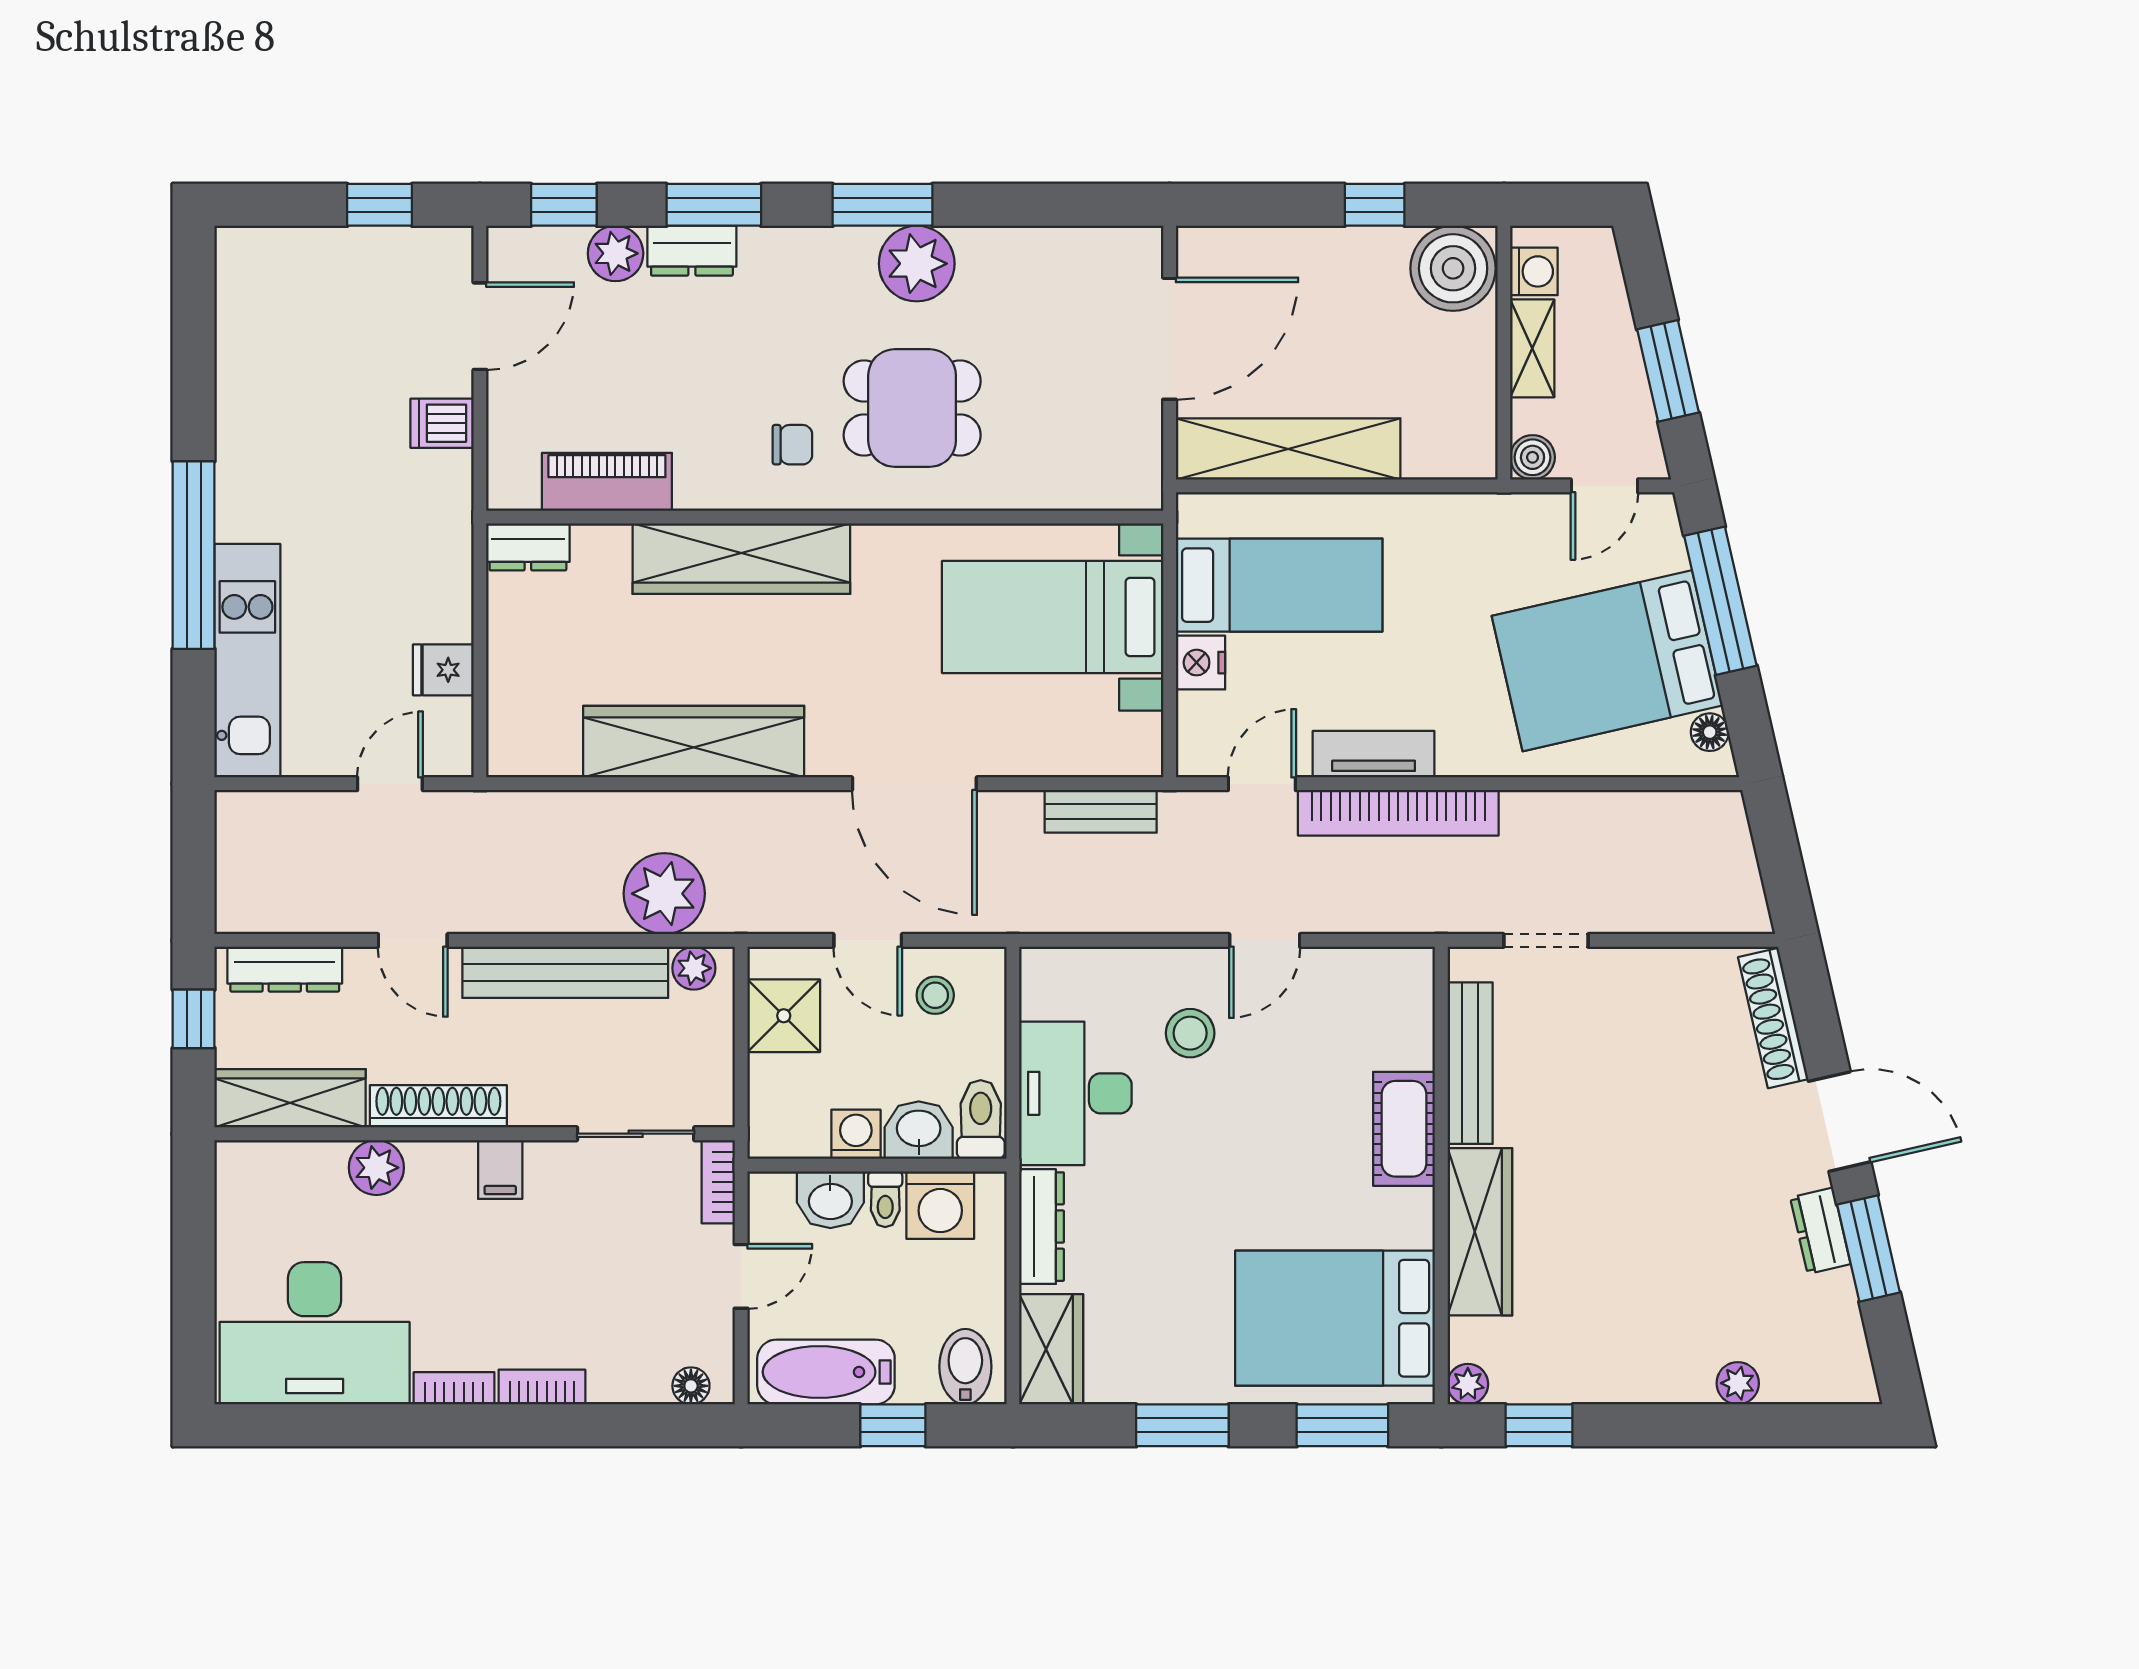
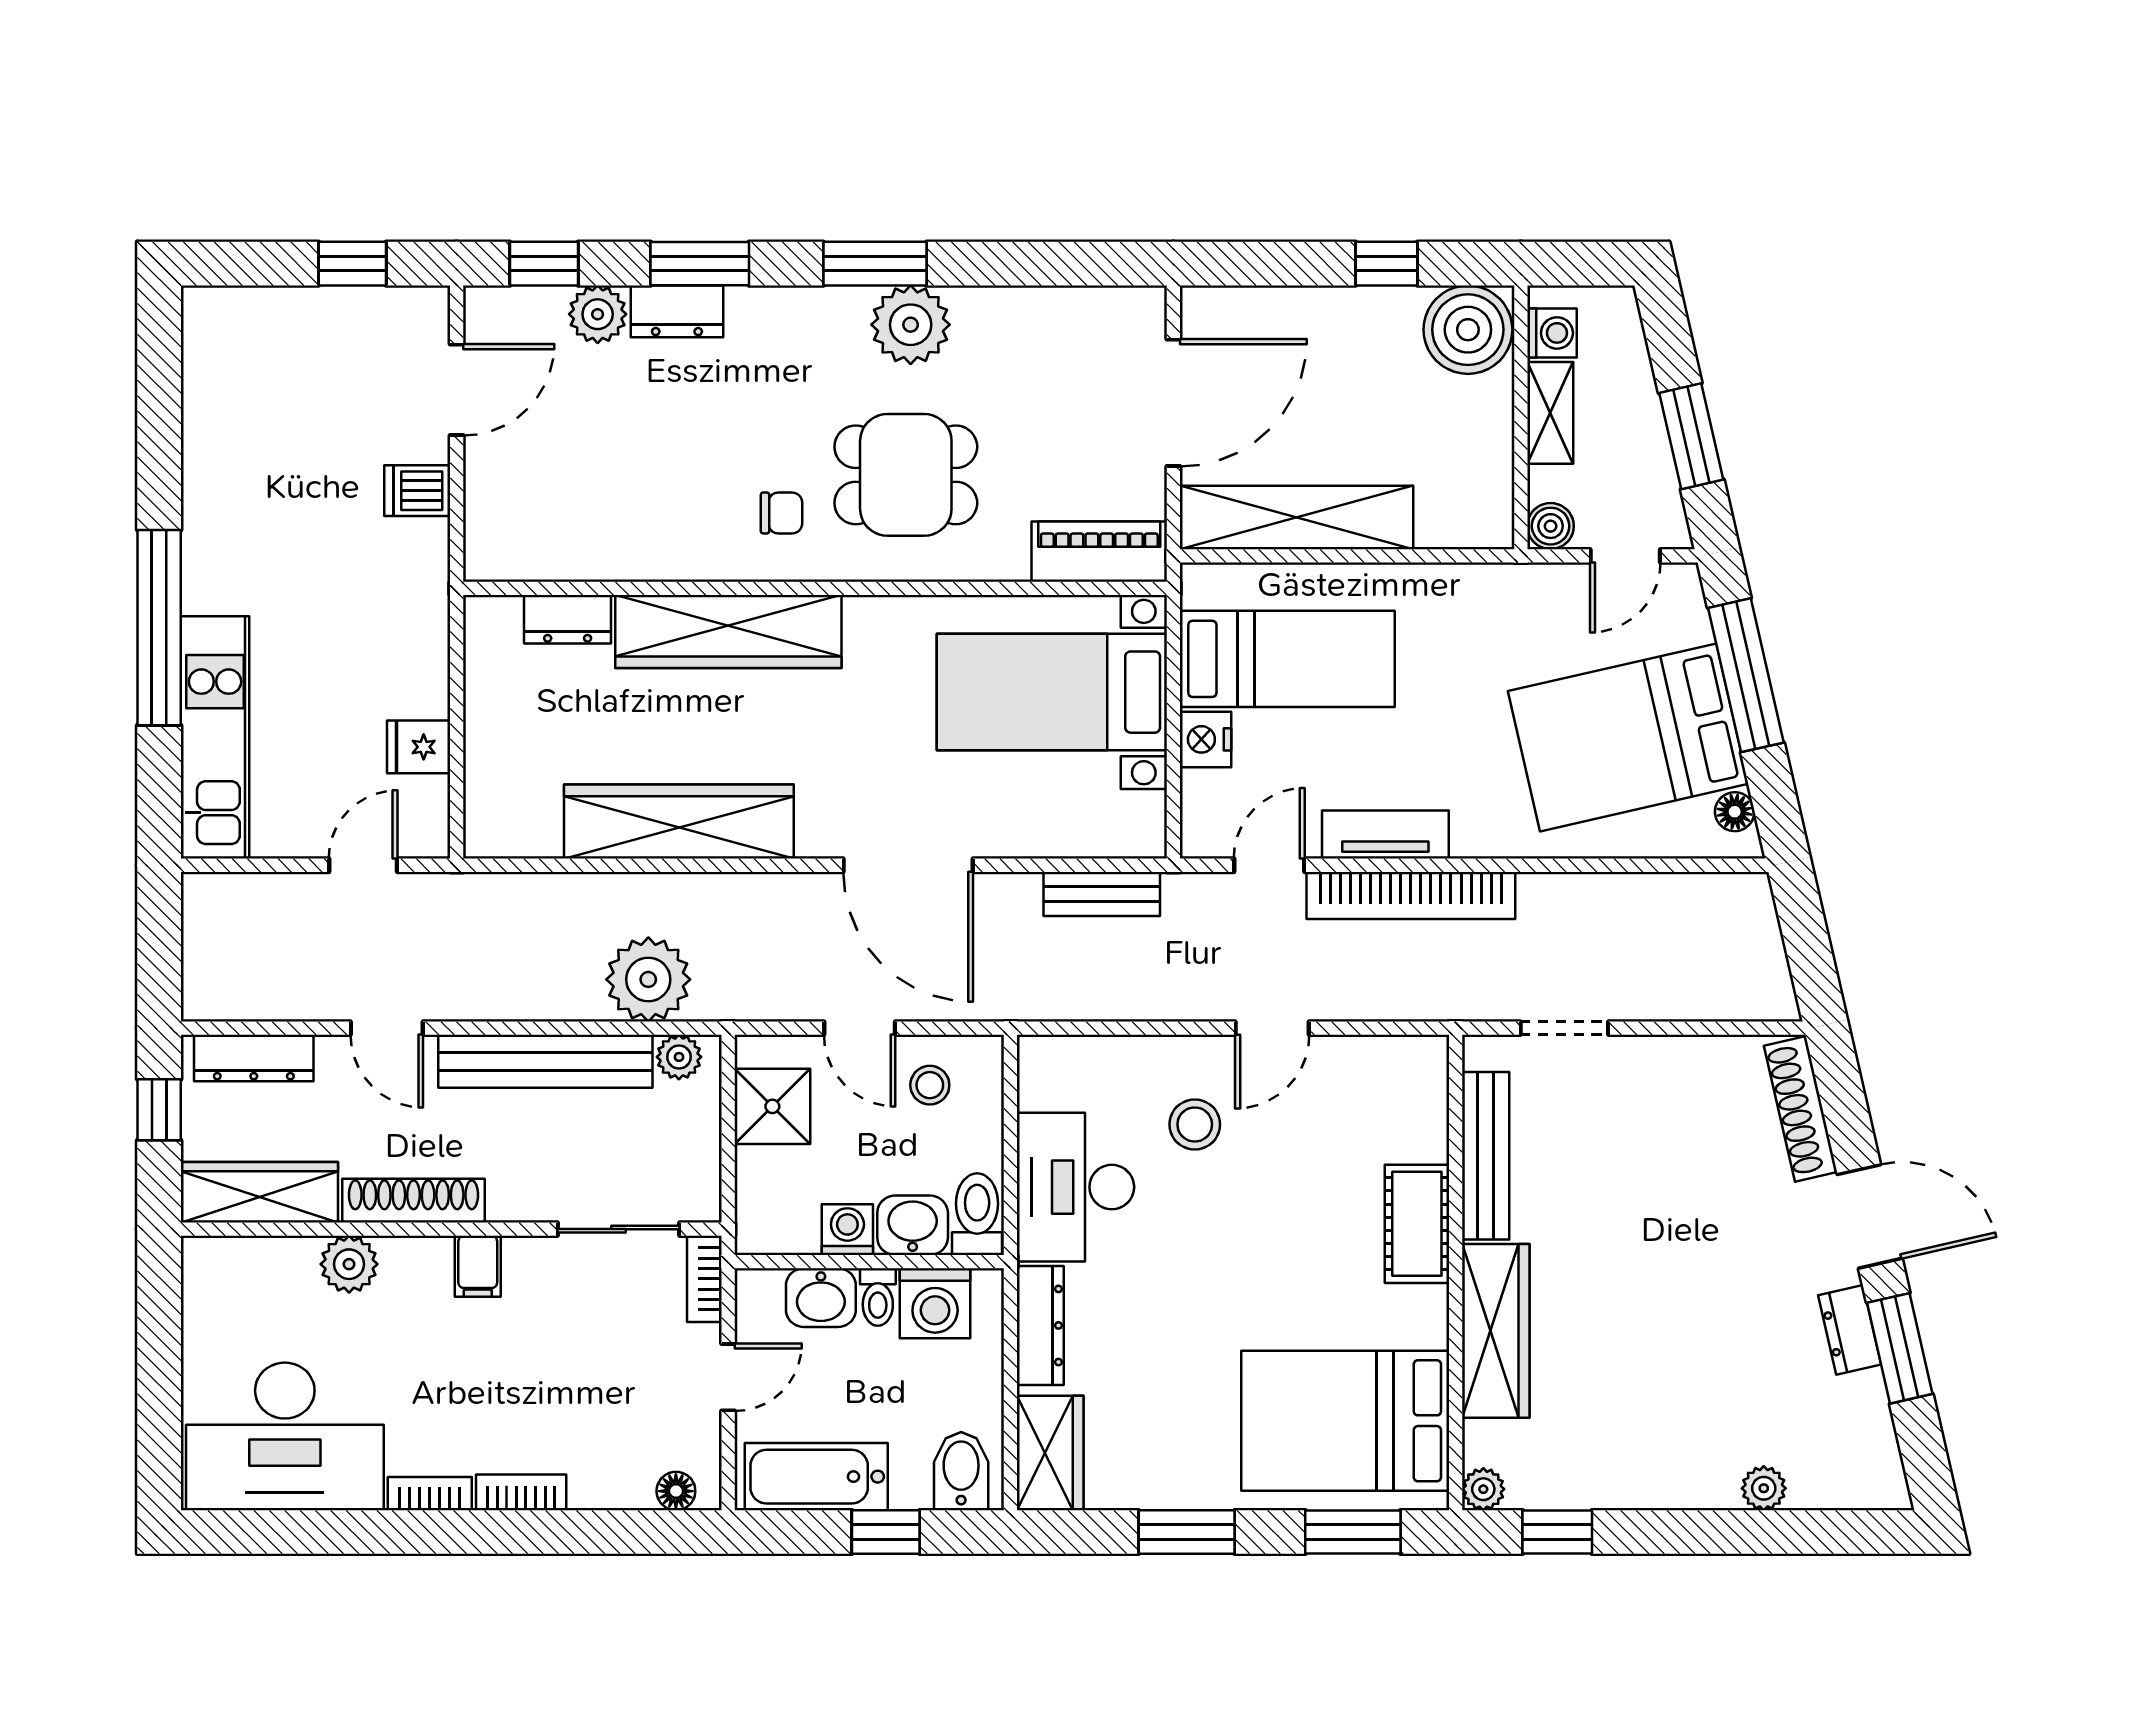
piano: (607, 482) -> (1099, 552), moved
dresser: (528, 547) -> (568, 619), moved

